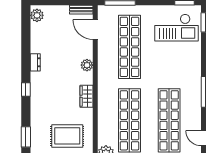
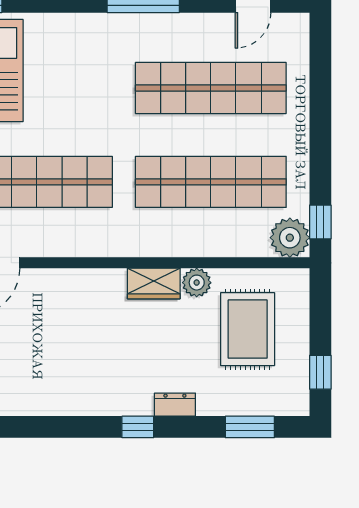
dresser: (35, 62) -> (175, 405), moved
plant: (87, 65) -> (197, 283), moved

